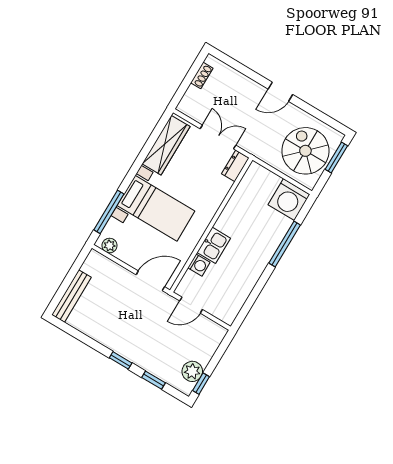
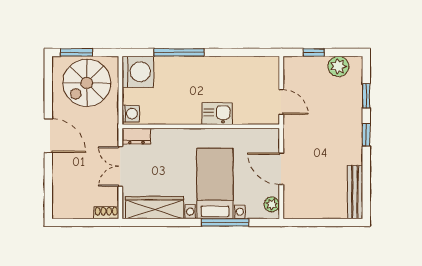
shoe rack: (202, 75) -> (106, 213), moved
door: (280, 92) -> (48, 136), width x1.38
window: (109, 212) -> (225, 222), moved
washing machine: (199, 265) -> (131, 114), moved, turned 90
door: (150, 281) -> (281, 169), moved
bench: (71, 296) -> (355, 192), moved, turned 90
window: (201, 384) -> (314, 52), moved

